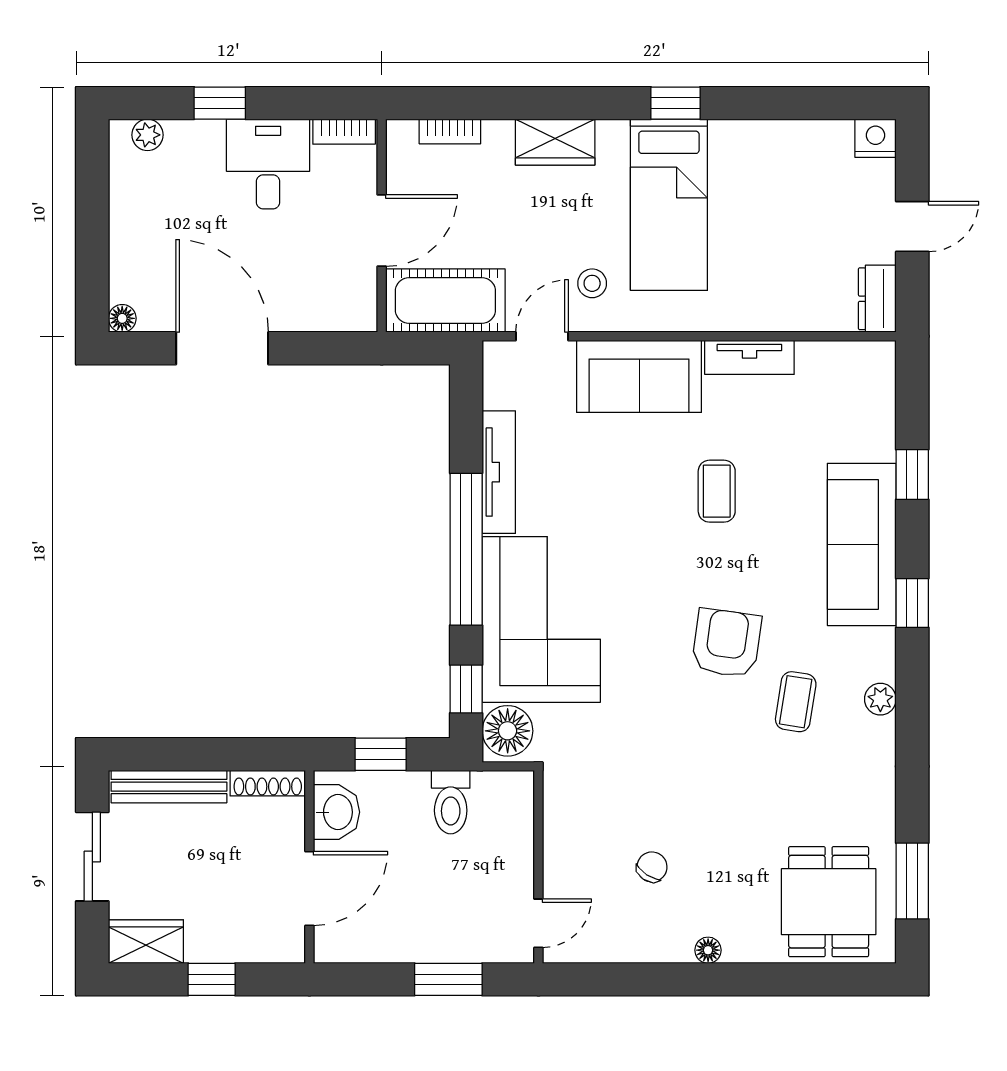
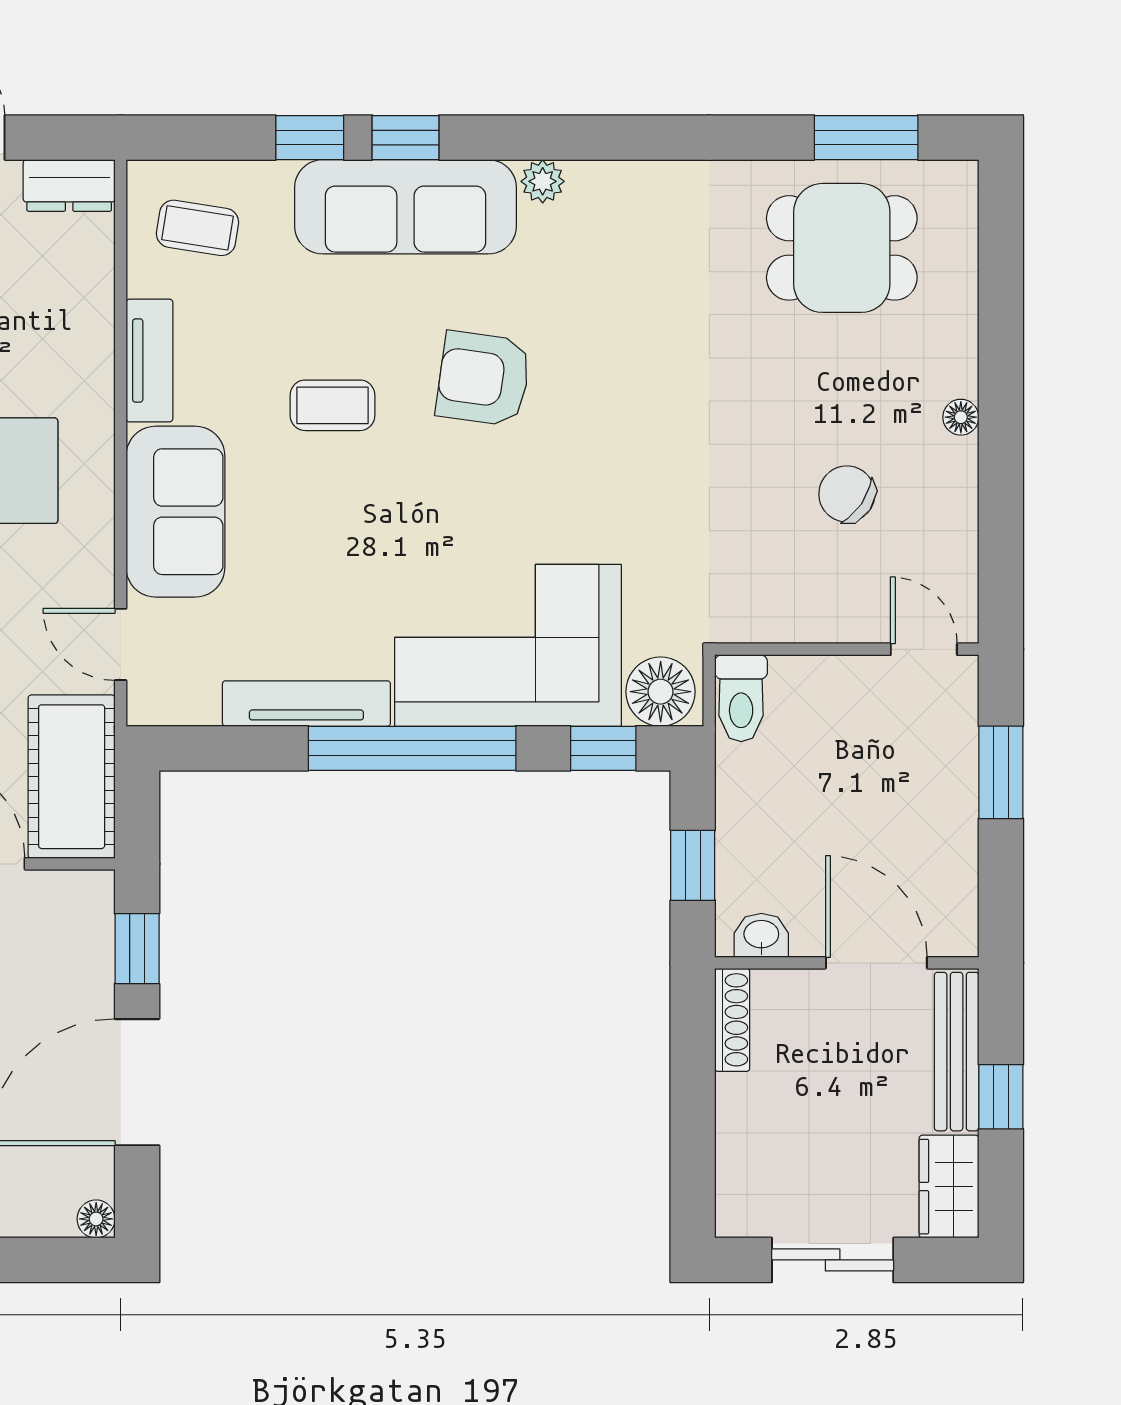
stool: (592, 283) -> (48, 576), removed
window: (320, 348) -> (137, 949), added
window: (912, 603) -> (406, 138), moved
armchair: (726, 643) -> (483, 379), moved
plant: (880, 699) -> (543, 181), moved
coffee table: (796, 702) -> (198, 228), moved
bench: (169, 787) -> (957, 1052), moved
toilet: (451, 802) -> (741, 698), moved, turned 90
washbasin: (337, 812) -> (761, 935), width x0.72, depth x0.69
chair: (652, 867) -> (847, 494), width x1.37, depth x1.37
dining table: (829, 902) -> (842, 248), moved

